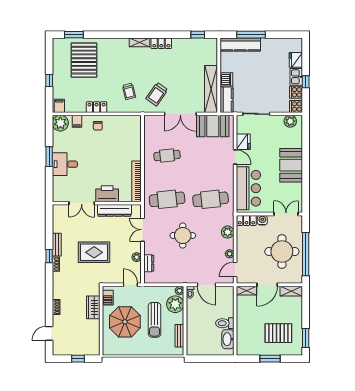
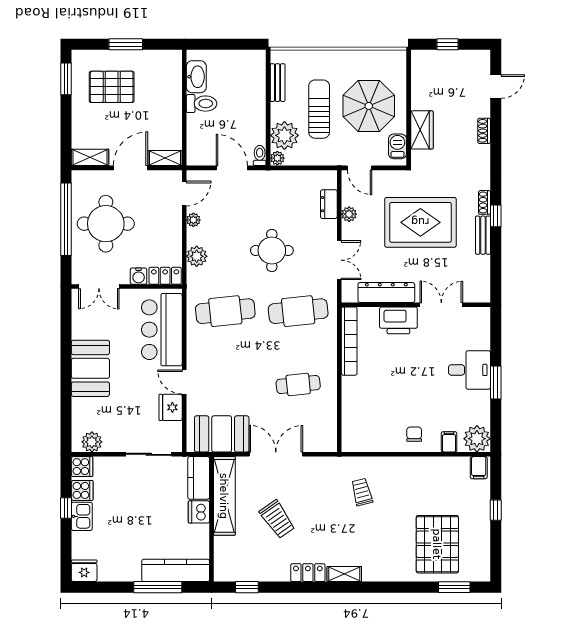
fridge: (296, 60) -> (84, 571), moved, turned -90
trolley: (157, 94) -> (277, 519), moved, turned 110
locker: (97, 107) -> (416, 466), removed
rug: (94, 252) -> (420, 222), width x1.37, depth x1.44

